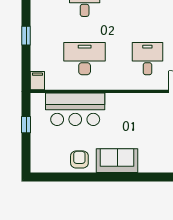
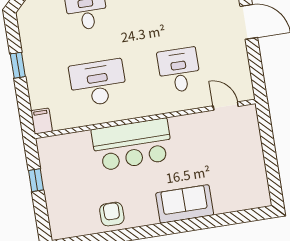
bar counter: (75, 109) -> (132, 144), moved
sofa: (117, 161) -> (185, 204), moved

